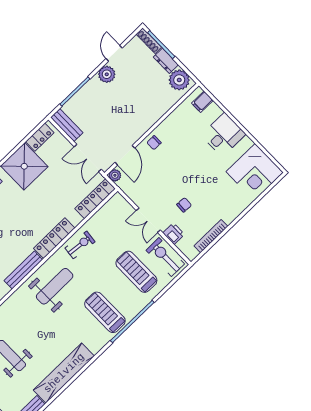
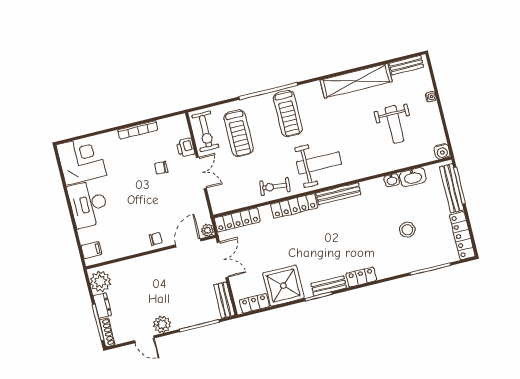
door: (114, 53) -> (144, 339), hinge flipped
desk: (223, 135) -> (88, 204), width x1.37
bookcase: (211, 236) -> (138, 130), moved
weight bench: (55, 286) -> (319, 163), turned 180

